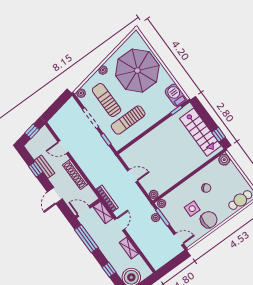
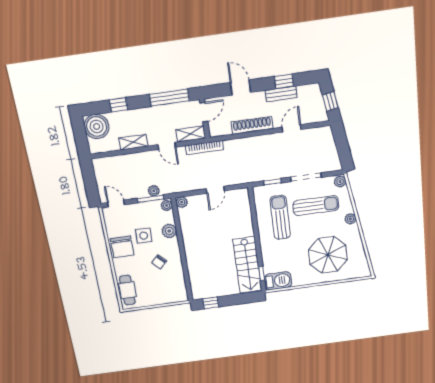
parasol: (137, 71) -> (328, 255), width x0.73, depth x0.73
stairs: (200, 132) -> (247, 265), moved, turned -90
plant: (224, 160) -> (169, 231), moved
door: (179, 239) -> (116, 204), swing flipped

